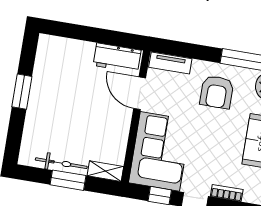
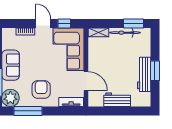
workbench: (117, 58) -> (117, 100), moved
workbench: (41, 88) -> (144, 74), added
window: (68, 180) -> (133, 23), moved

